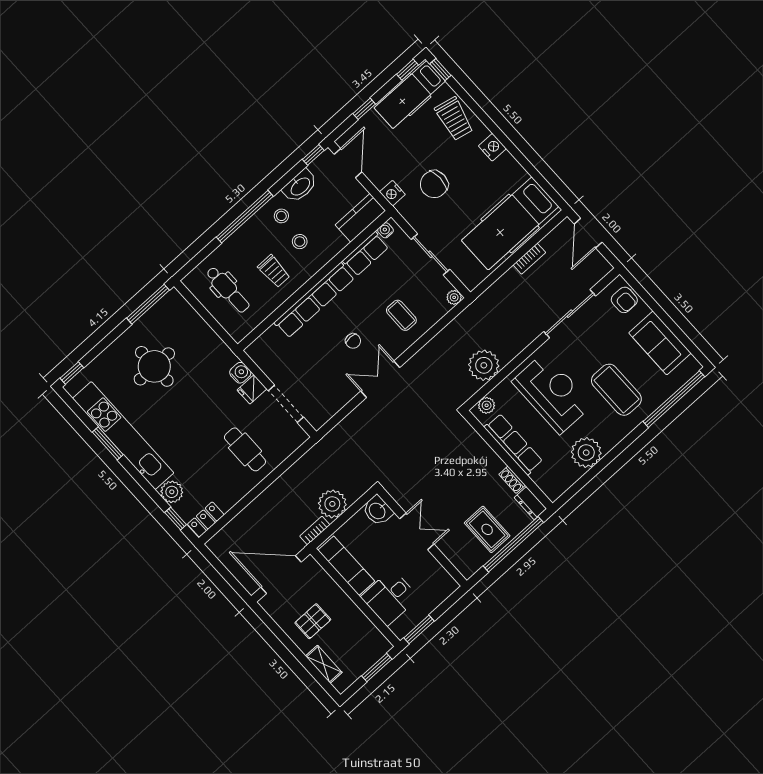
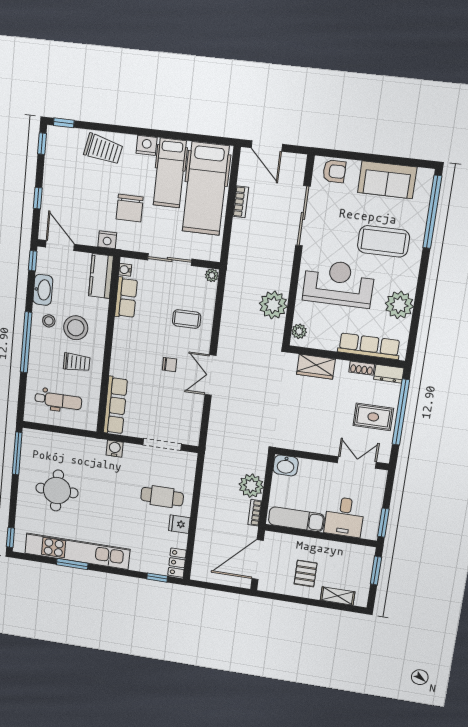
hospital bed: (410, 95) -> (170, 173), moved
stool: (300, 242) -> (76, 328), width x1.89, depth x1.89
row of seats: (314, 300) -> (115, 406), moved, width x0.73
fridge: (252, 389) -> (179, 524), moved, turned 90
row of seats: (513, 444) -> (369, 346), moved
wardrobe: (475, 447) -> (316, 367), added
plant: (172, 492) -> (140, 562), removed
double door: (417, 531) -> (357, 462), moved

